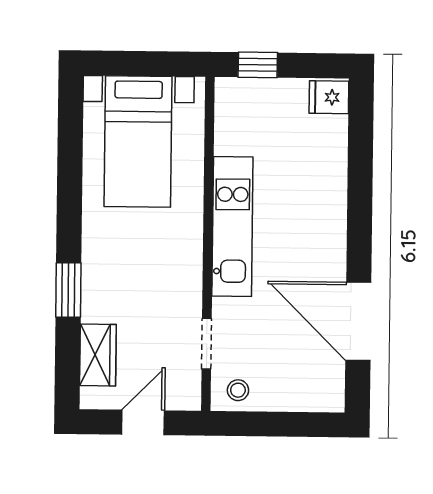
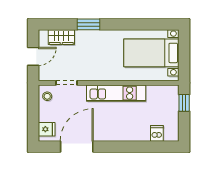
fridge: (329, 97) -> (47, 129), moved, turned 90
dishwasher: (329, 131) -> (157, 133), added
door: (143, 422) -> (33, 56), hinge flipped

